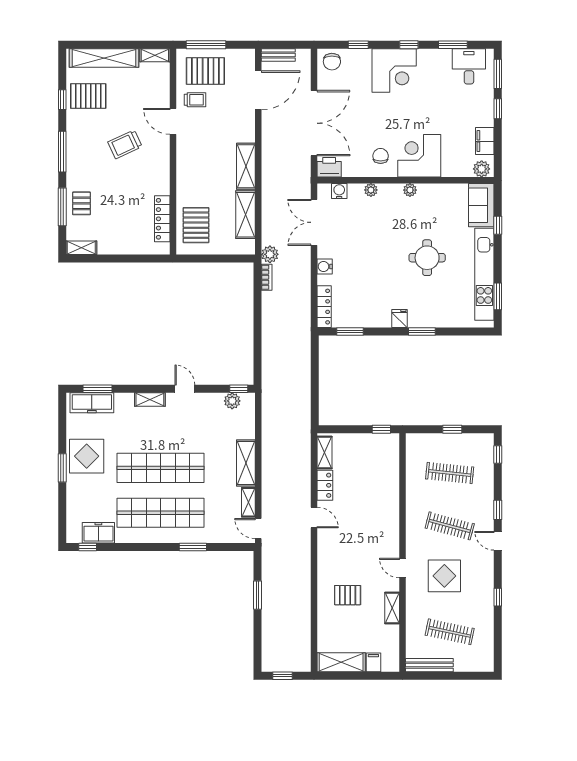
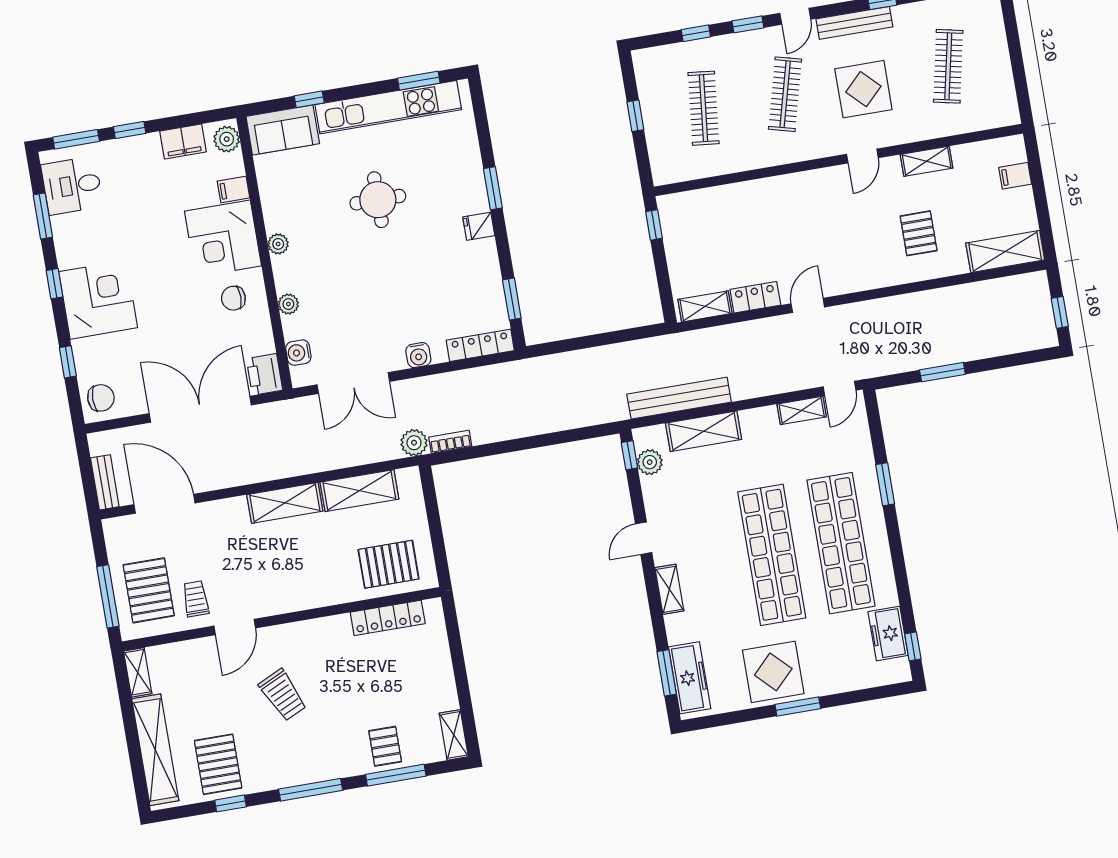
filing cabinet: (449, 168) -> (234, 190), added
pallet: (82, 203) -> (385, 746), turned 90
bench: (269, 426) -> (679, 398), added
window: (498, 454) -> (696, 33), moved
shelving: (246, 463) -> (704, 431), moved
shelving: (341, 662) -> (1005, 252), moved, turned 90
bench: (429, 665) -> (854, 23), moved, turned 90

